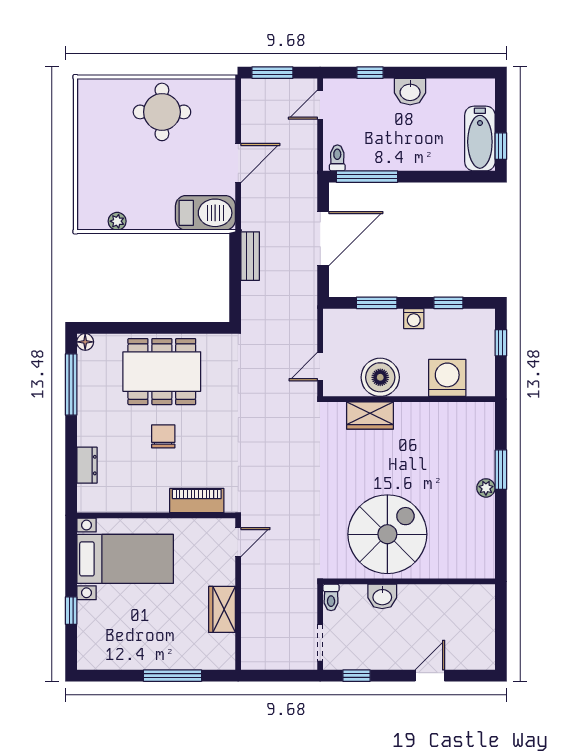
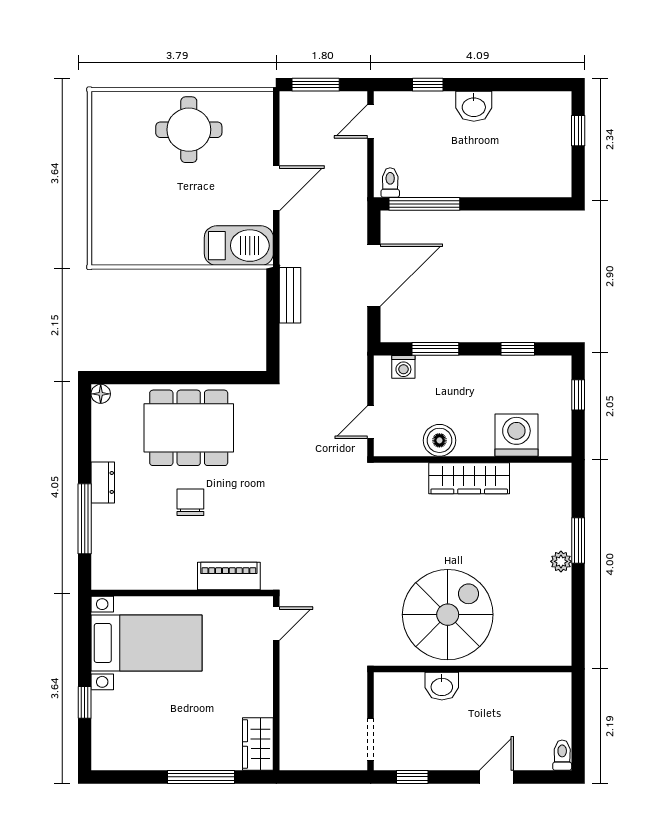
bathtub: (480, 139) -> (554, 160), removed
window: (501, 146) -> (578, 131), moved
plant: (117, 221) -> (137, 255), removed
washing machine: (414, 319) -> (403, 367), moved
boiler: (380, 377) -> (439, 440), width x0.73, depth x0.73
window: (71, 385) -> (85, 519), moved
wardrobe: (370, 415) -> (469, 478), moved, width x1.50
dresser: (87, 465) -> (103, 482), moved
toilet: (331, 597) -> (562, 755), moved, turned 180
wardrobe: (222, 609) -> (258, 744), moved

